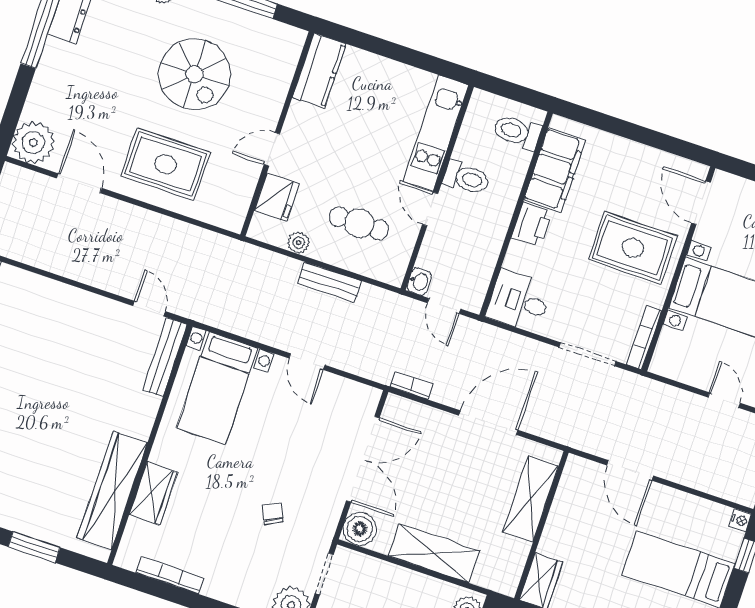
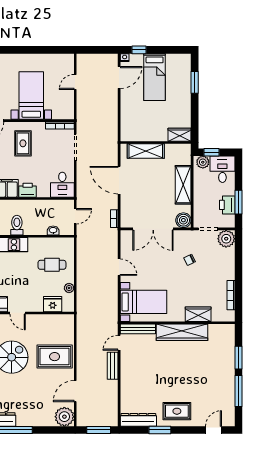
door: (272, 149) -> (18, 313), moved
rug: (166, 164) -> (55, 357), turned 90
door: (430, 209) -> (36, 236), removed
cafe table: (359, 223) -> (52, 265), turned 90
rug: (633, 248) -> (23, 143), width x0.73, depth x0.70
washbasin: (419, 281) -> (53, 230), moved
bench: (329, 282) -> (113, 366), moved
door: (307, 362) -> (119, 267), hinge flipped
double door: (363, 459) -> (153, 229), swing flipped
door: (630, 470) -> (119, 78), moved
wardrobe: (112, 490) -> (182, 332), moved

